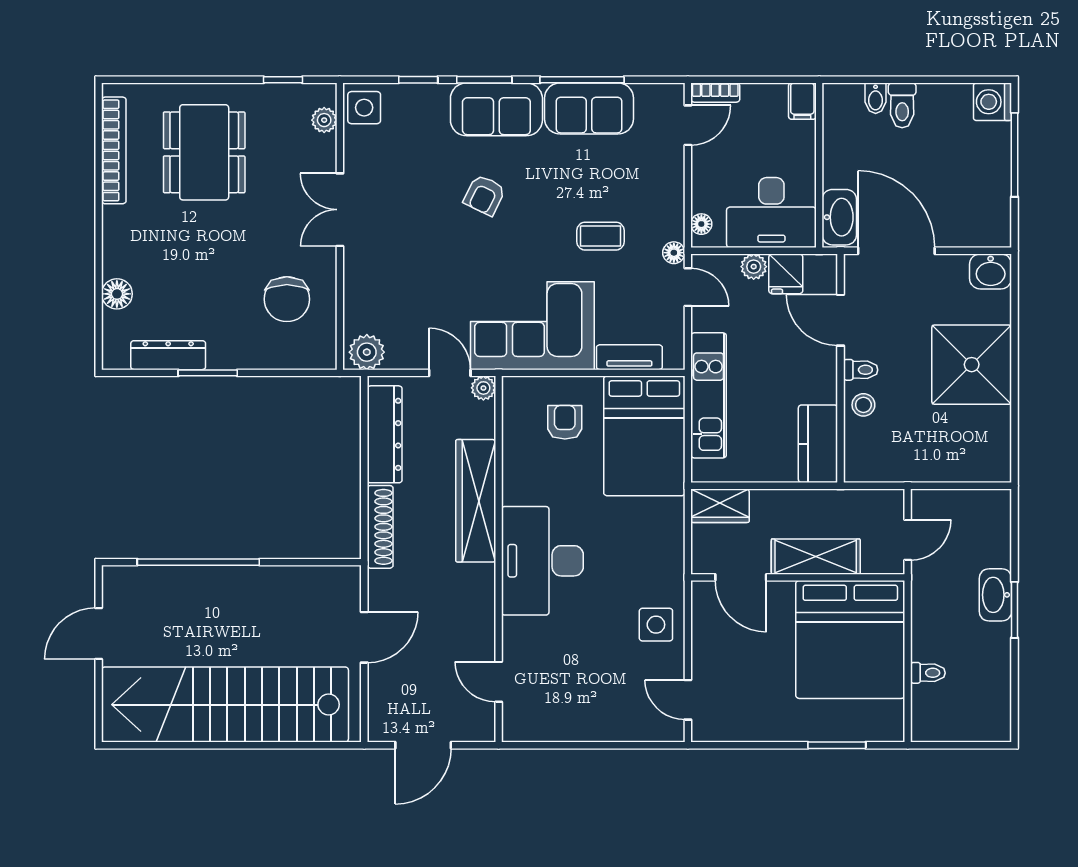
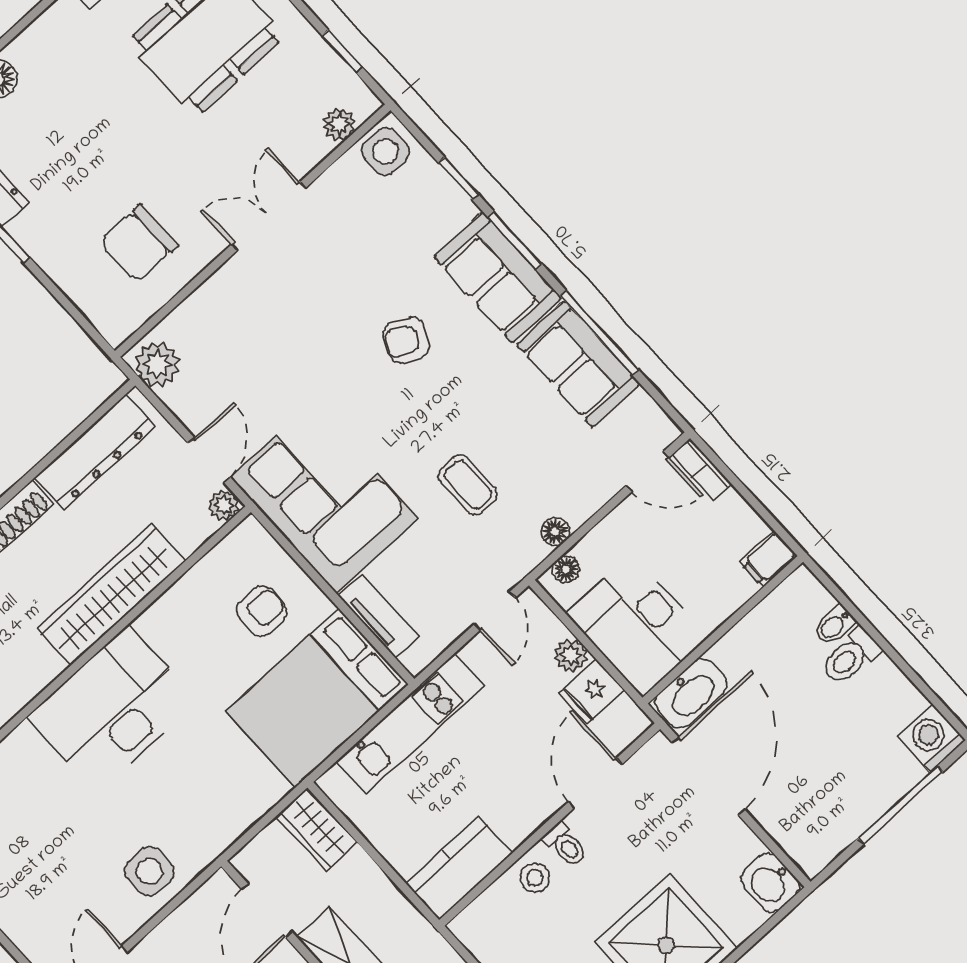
floor lamp: (674, 253) -> (555, 532), moved

